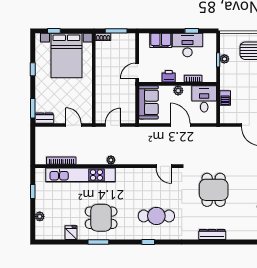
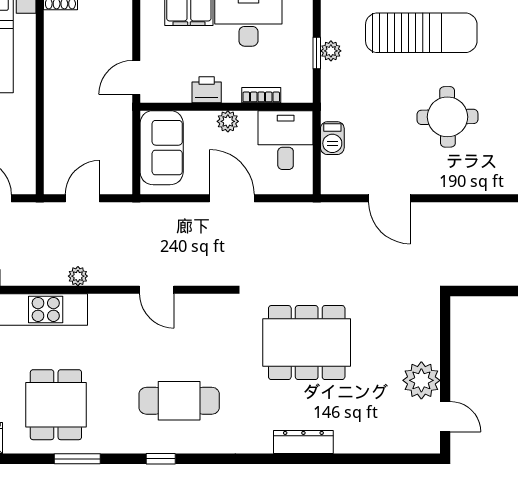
door: (164, 166) -> (157, 290), moved
dining table: (214, 190) -> (307, 343), width x1.38
dining table: (101, 218) -> (56, 405), turned 90
window: (98, 242) -> (77, 459), moved

